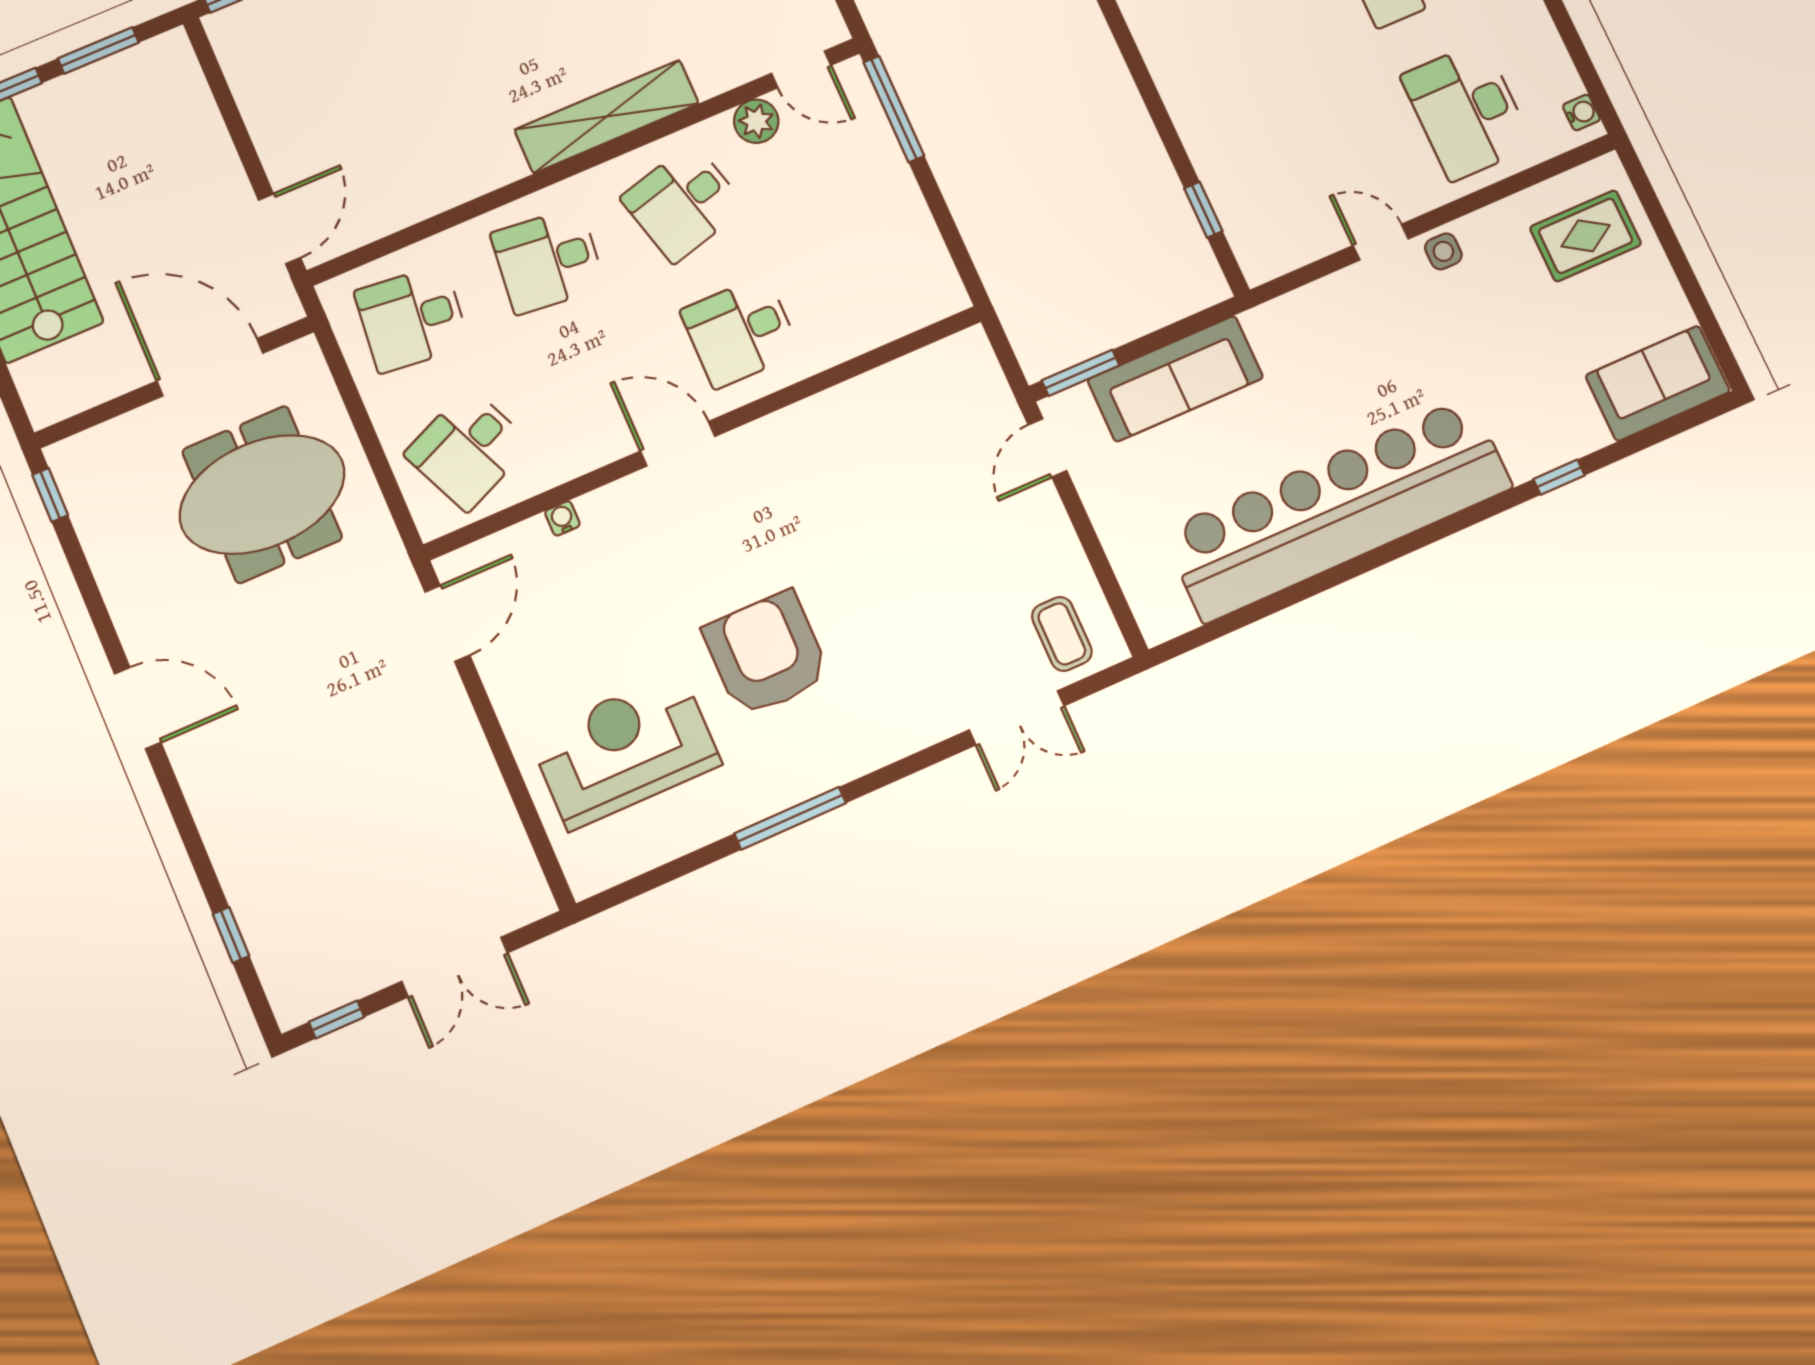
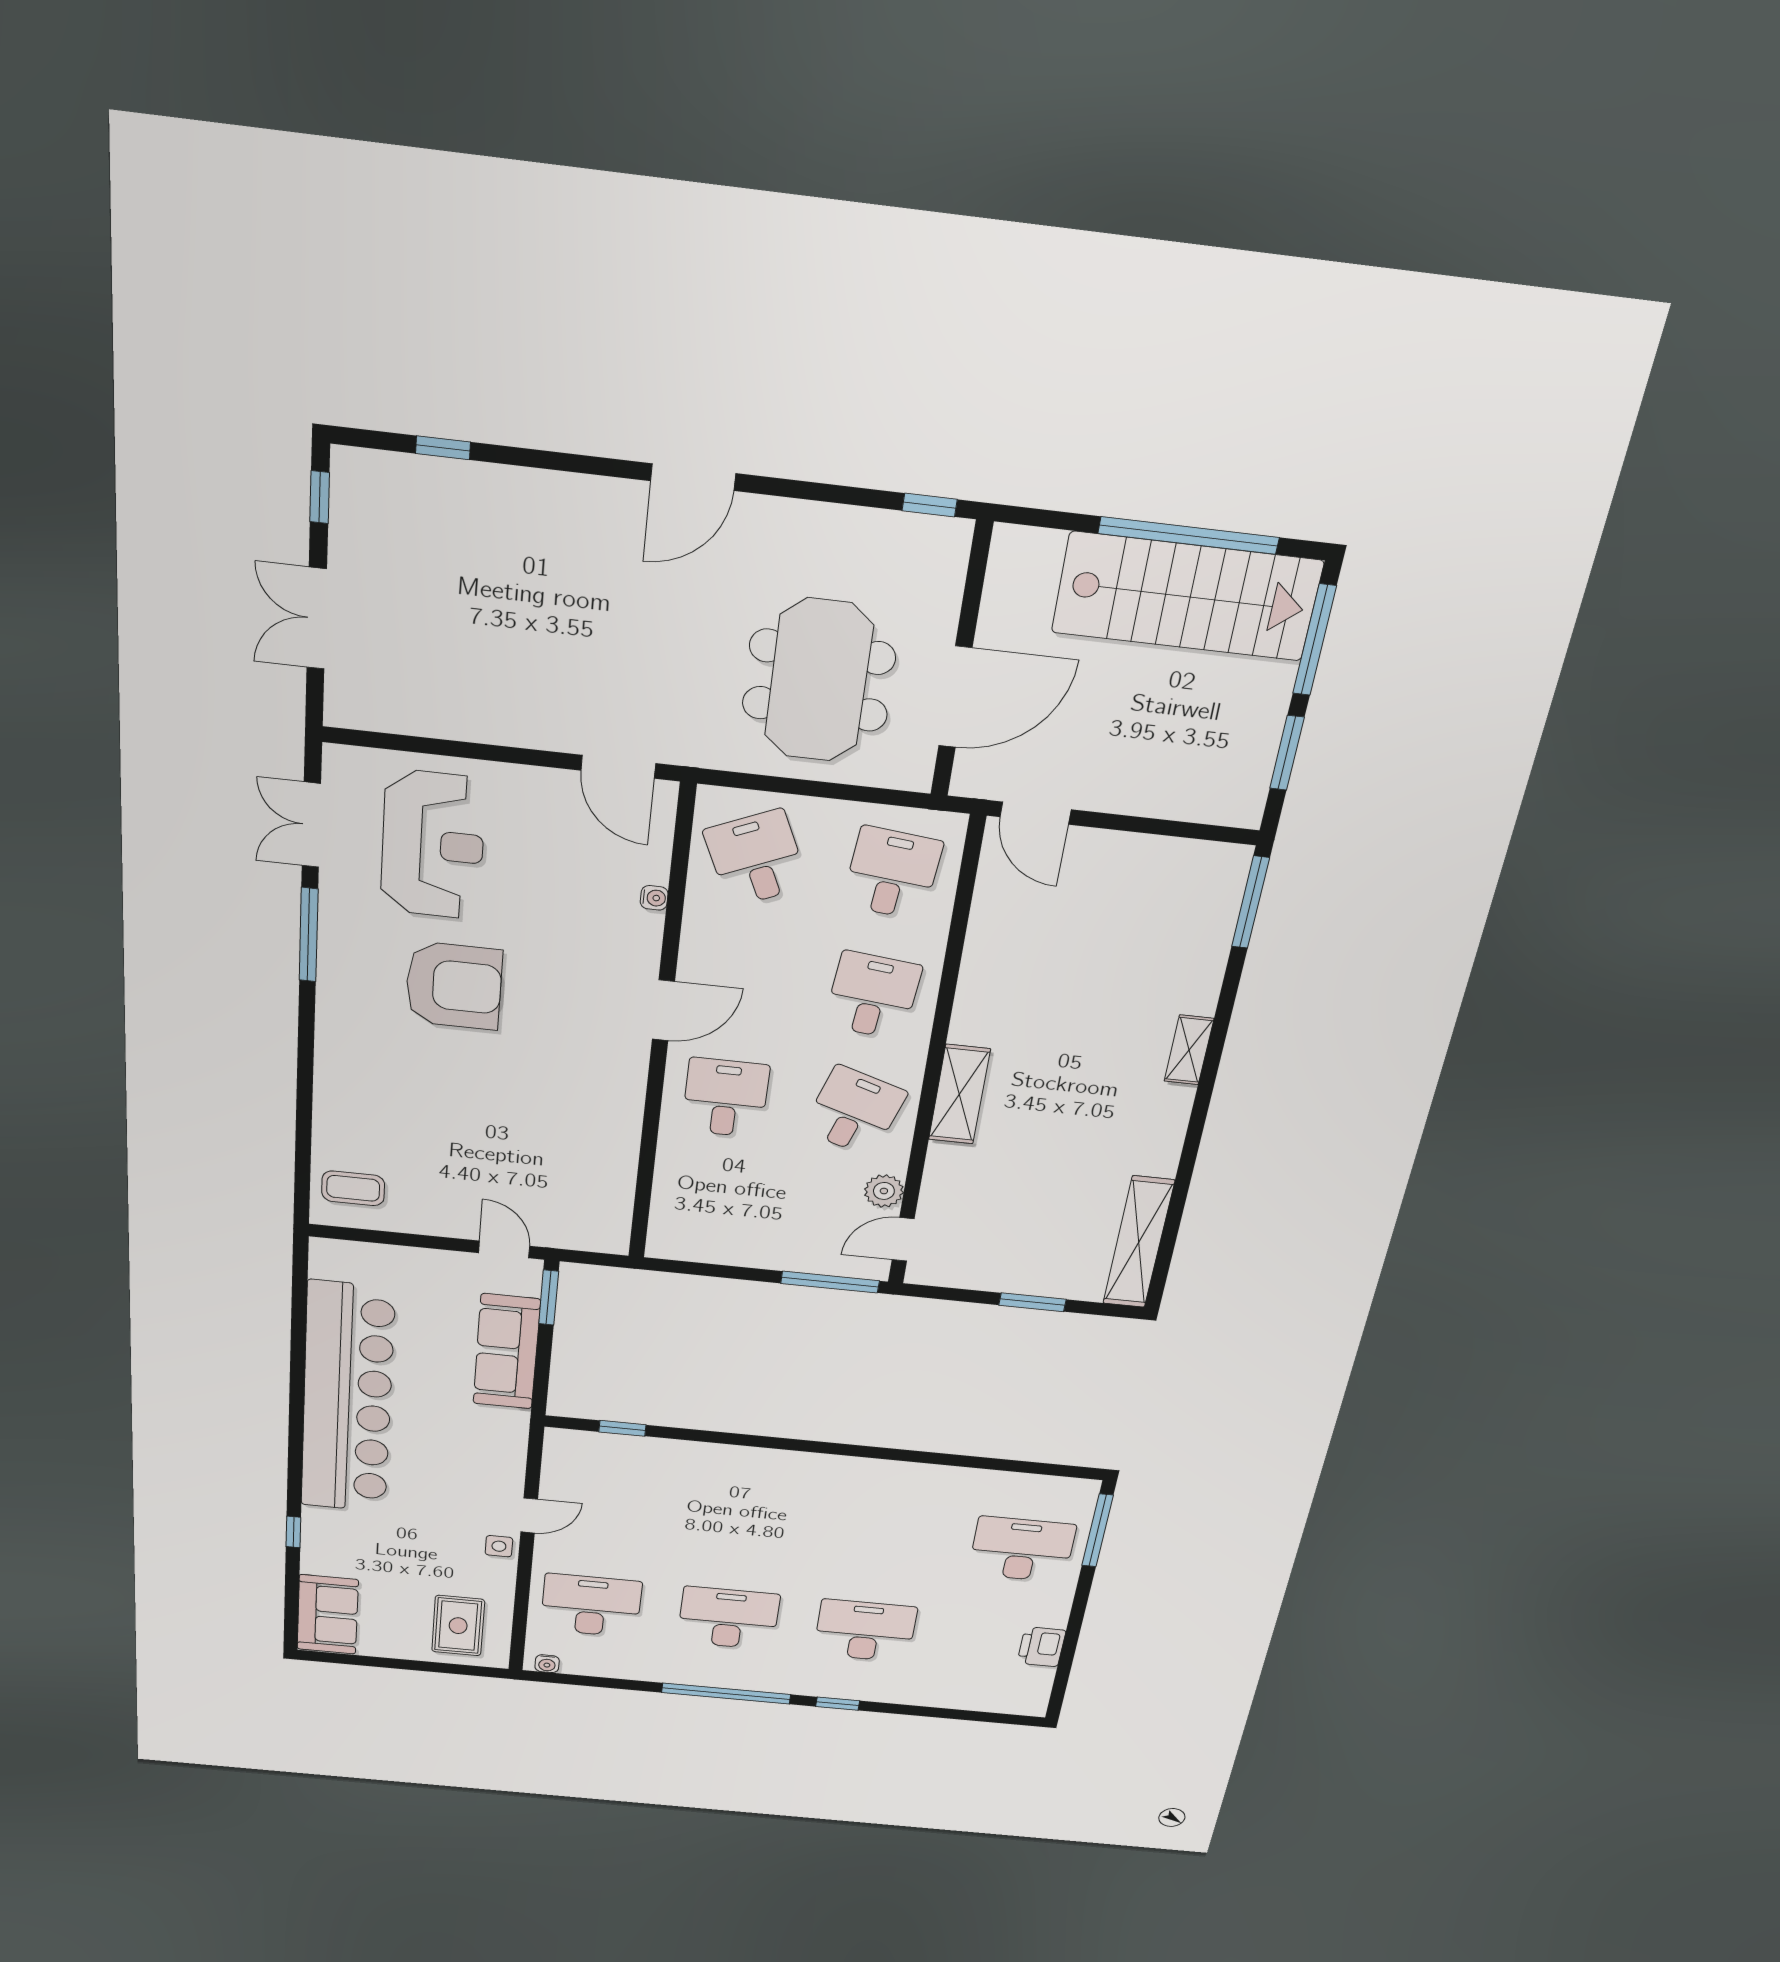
shelving: (607, 117) -> (959, 1094), width x0.68
desk: (683, 203) -> (854, 1111), turned 33
double door: (1017, 718) -> (311, 825), moved

